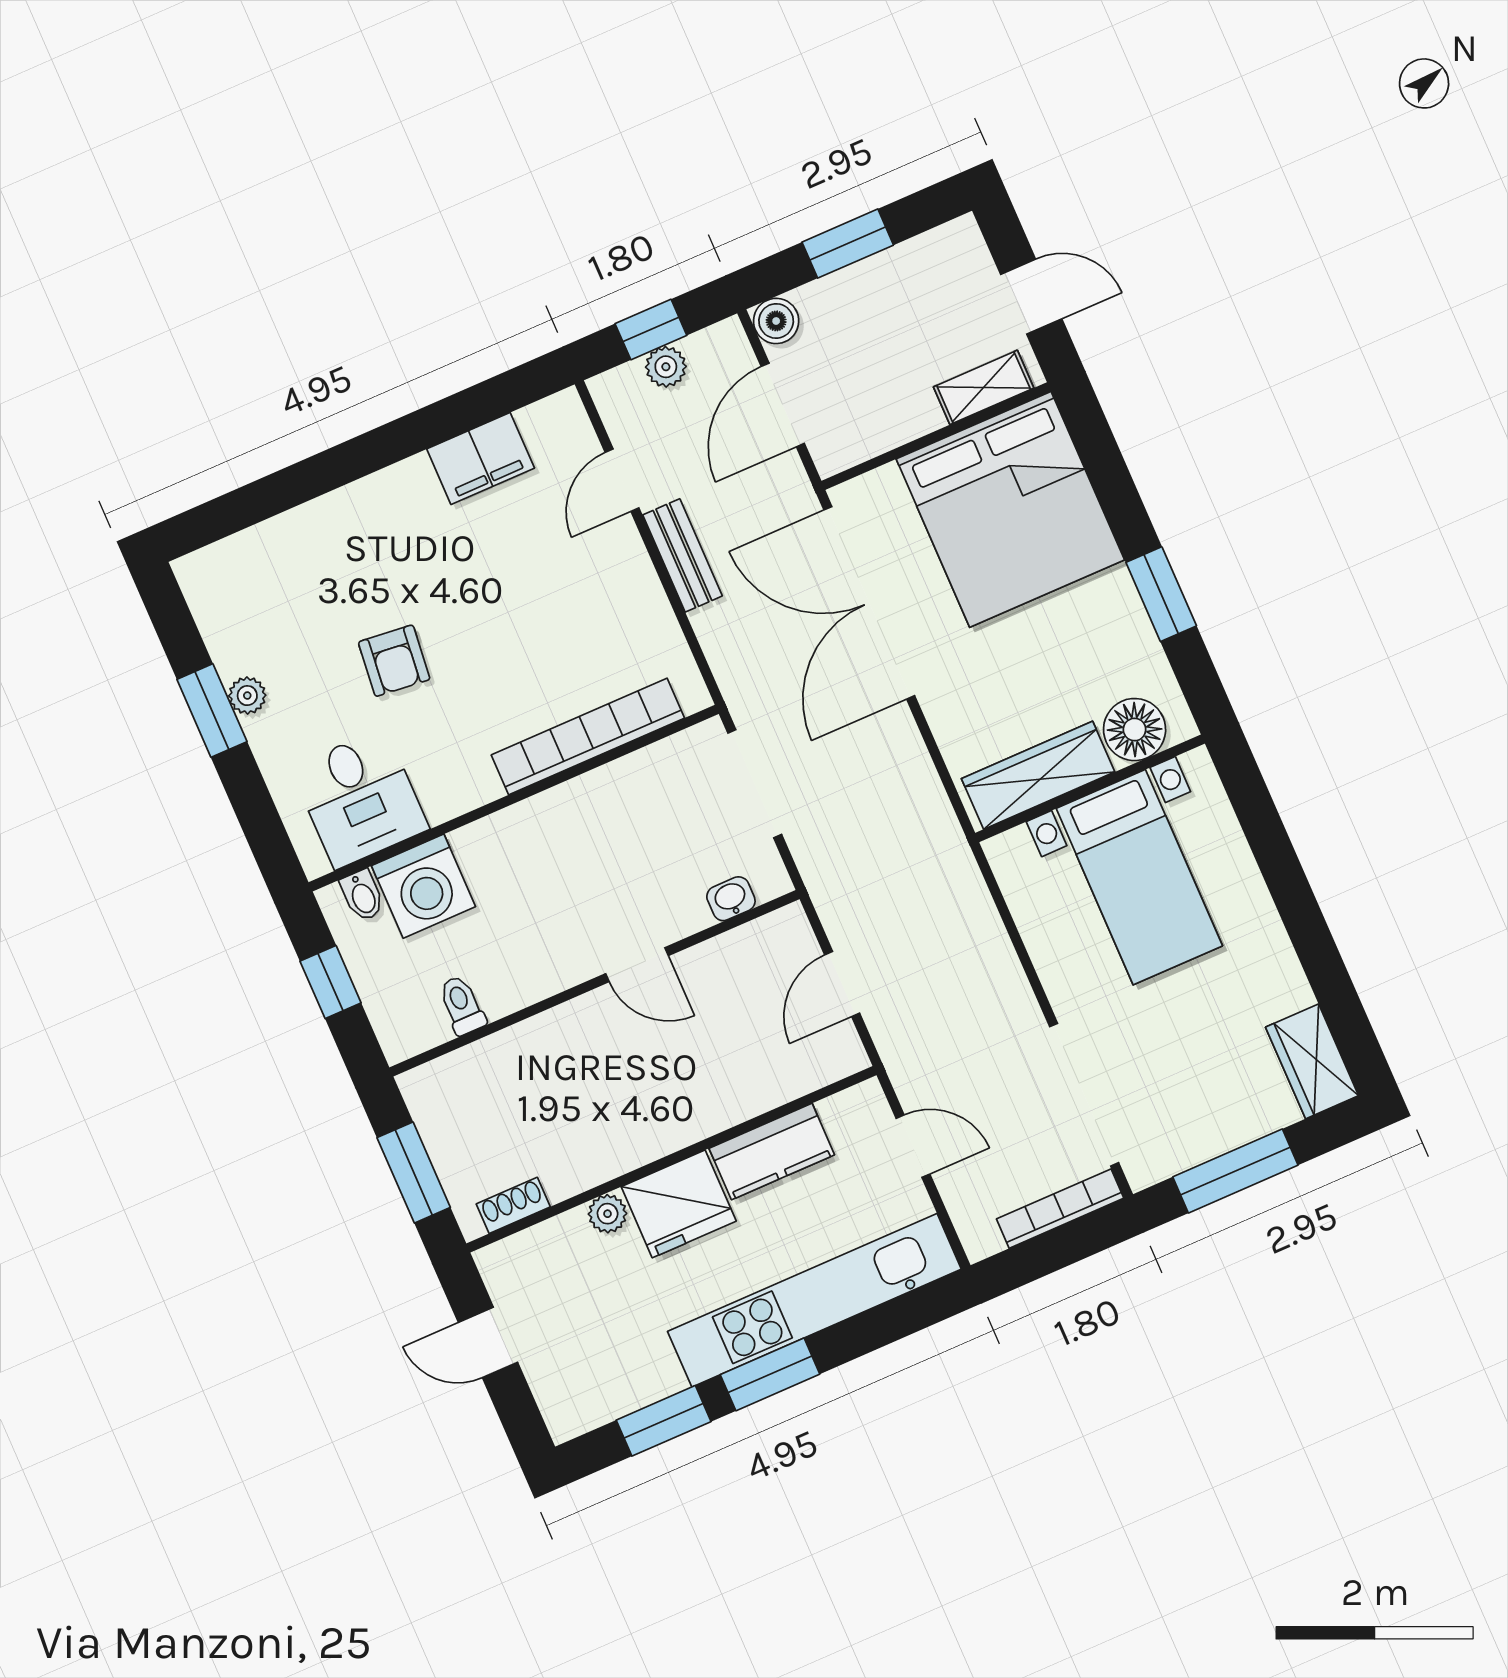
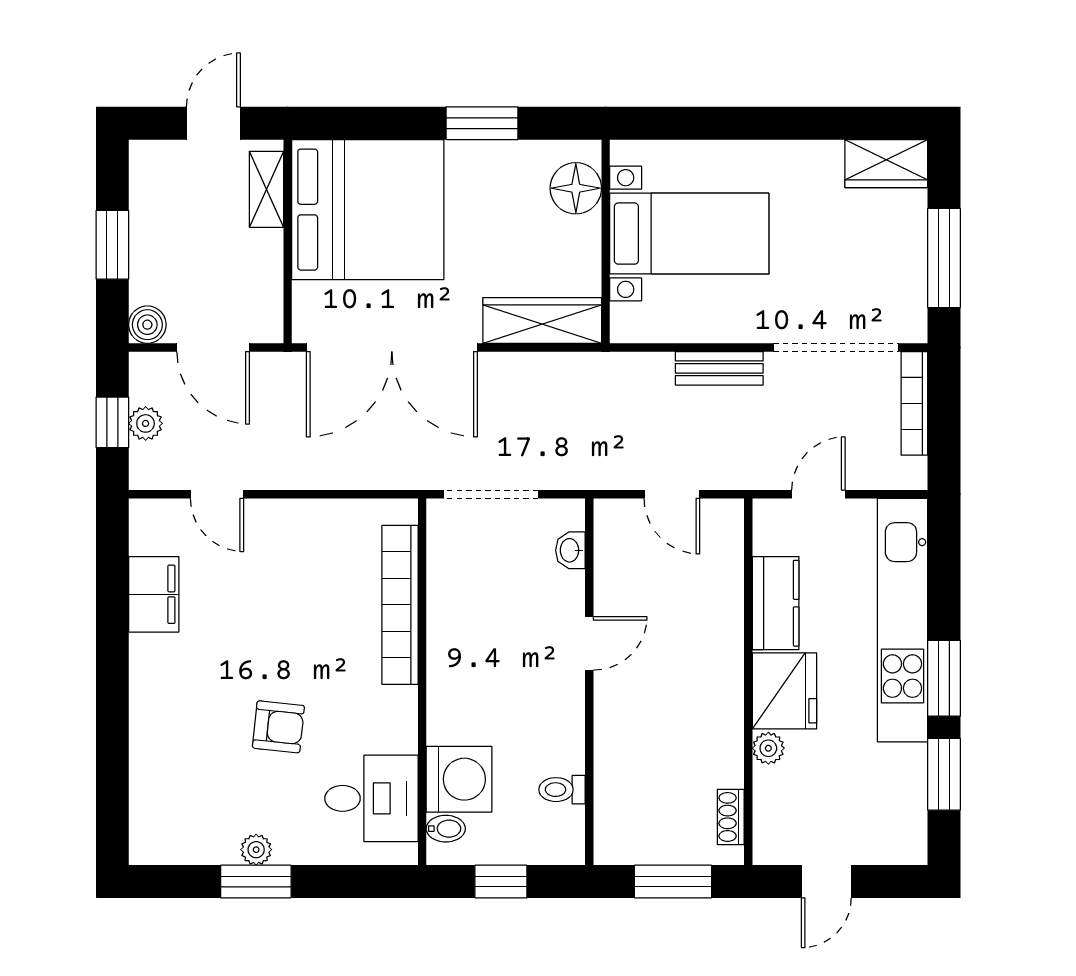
bench: (682, 555) -> (719, 368), moved
wardrobe: (1038, 775) -> (542, 320), moved, turned 90

